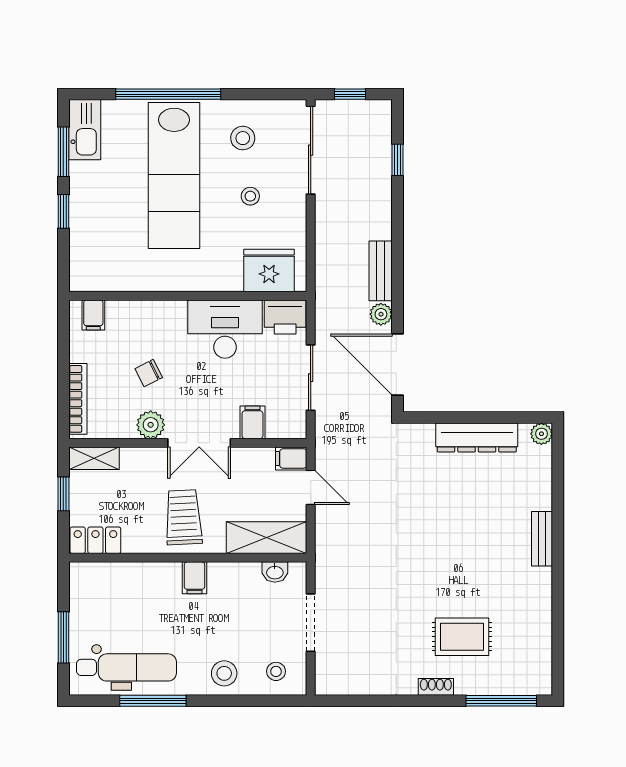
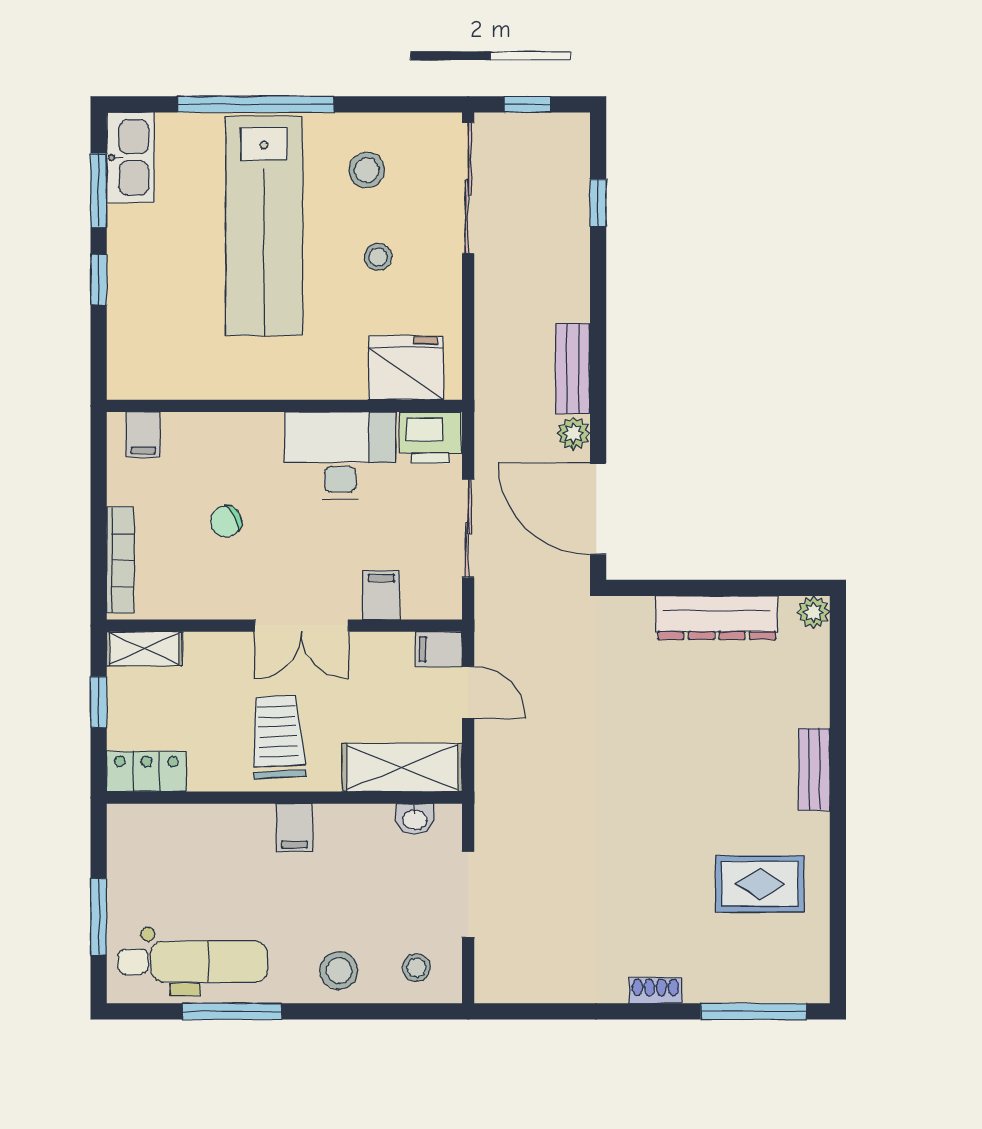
plant: (151, 425) -> (229, 599), removed
rug: (462, 637) -> (760, 884), moved

